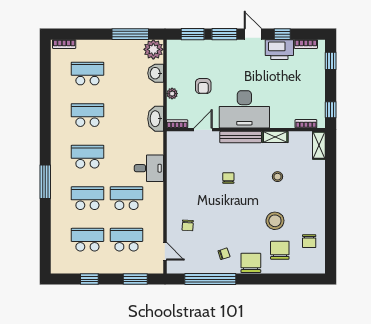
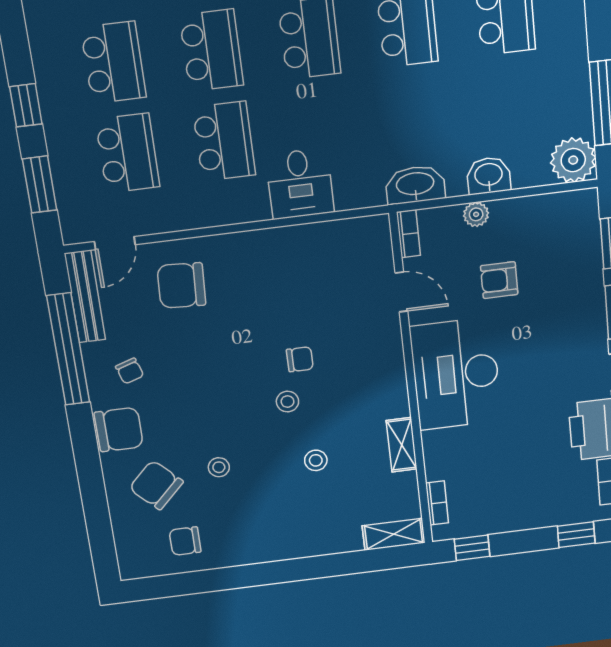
washbasin: (156, 73) -> (489, 175), moved
bench: (241, 137) -> (85, 297), moved
stool: (248, 186) -> (287, 402), added
stool: (275, 221) -> (219, 467), width x0.53, depth x0.53
chair: (188, 225) -> (181, 285), width x1.87, depth x1.87
chair: (280, 250) -> (156, 485), turned -135
window: (89, 279) -> (26, 105), moved

